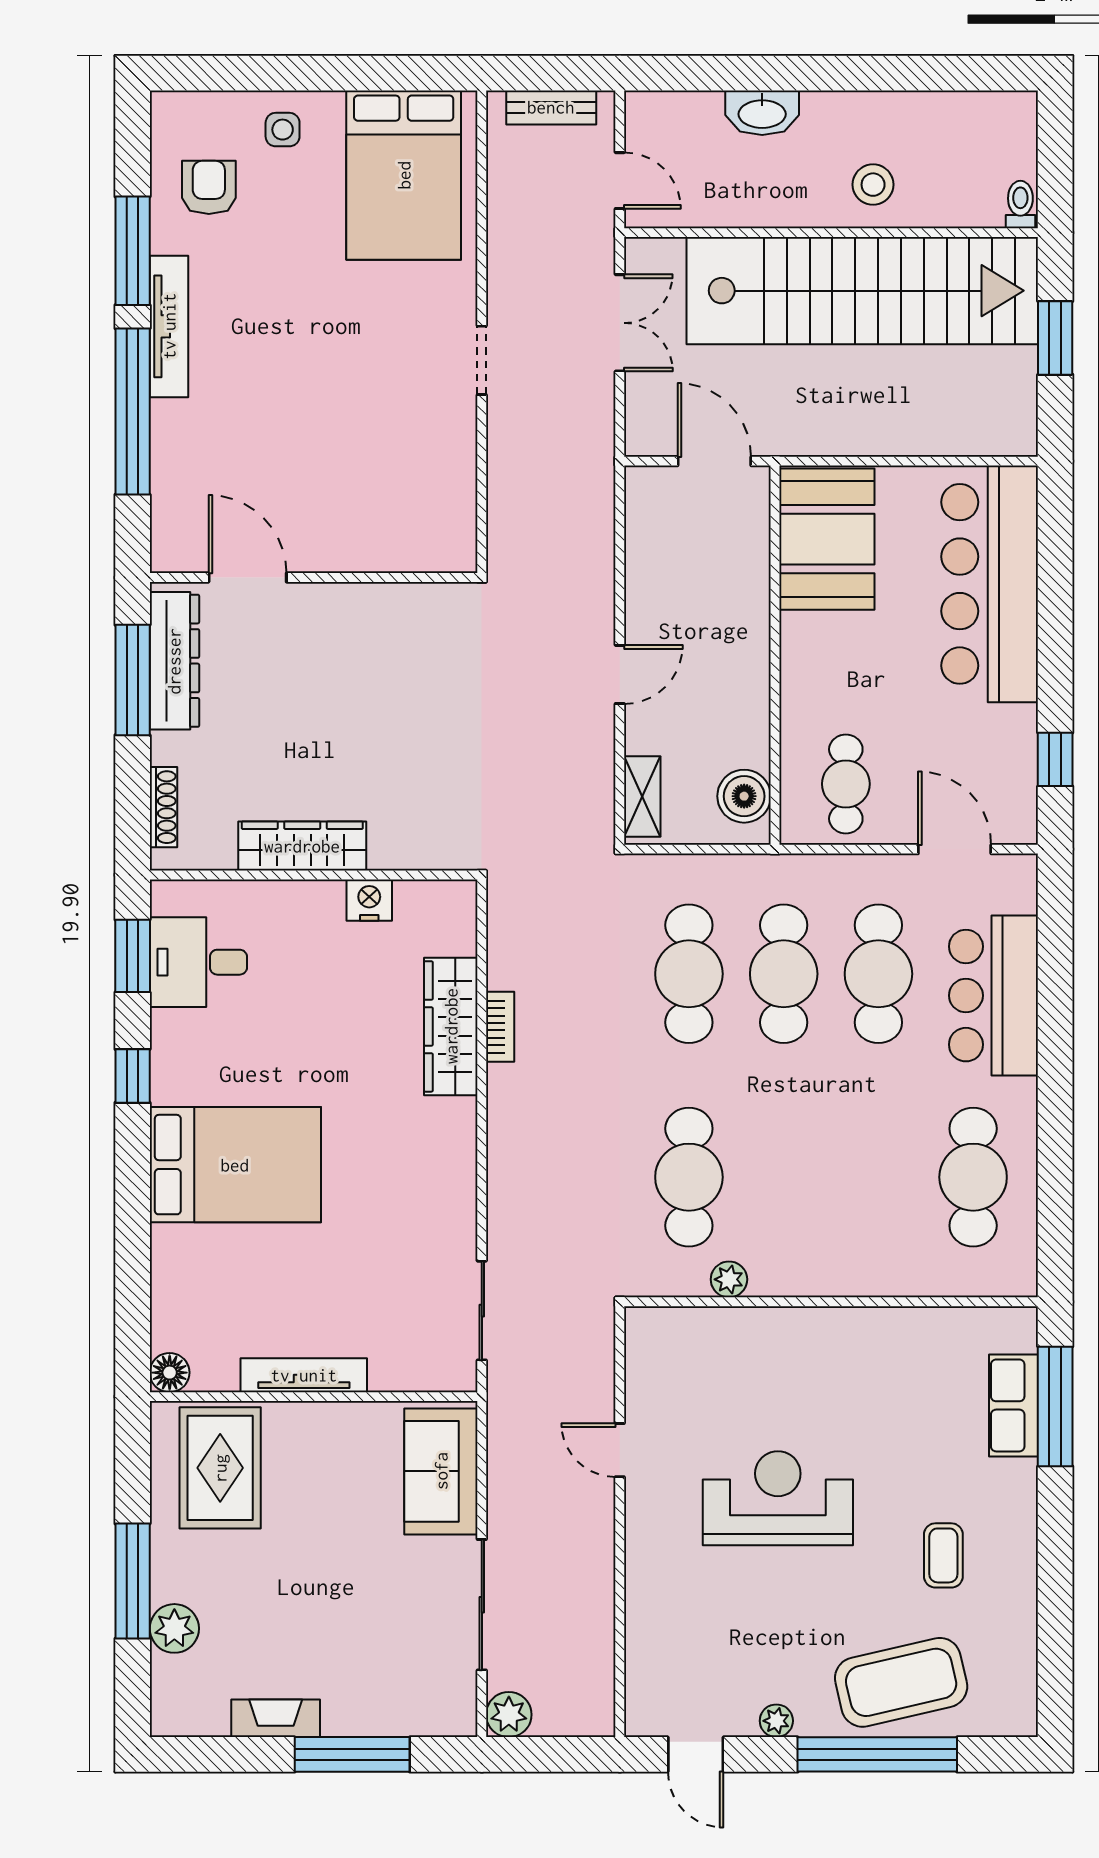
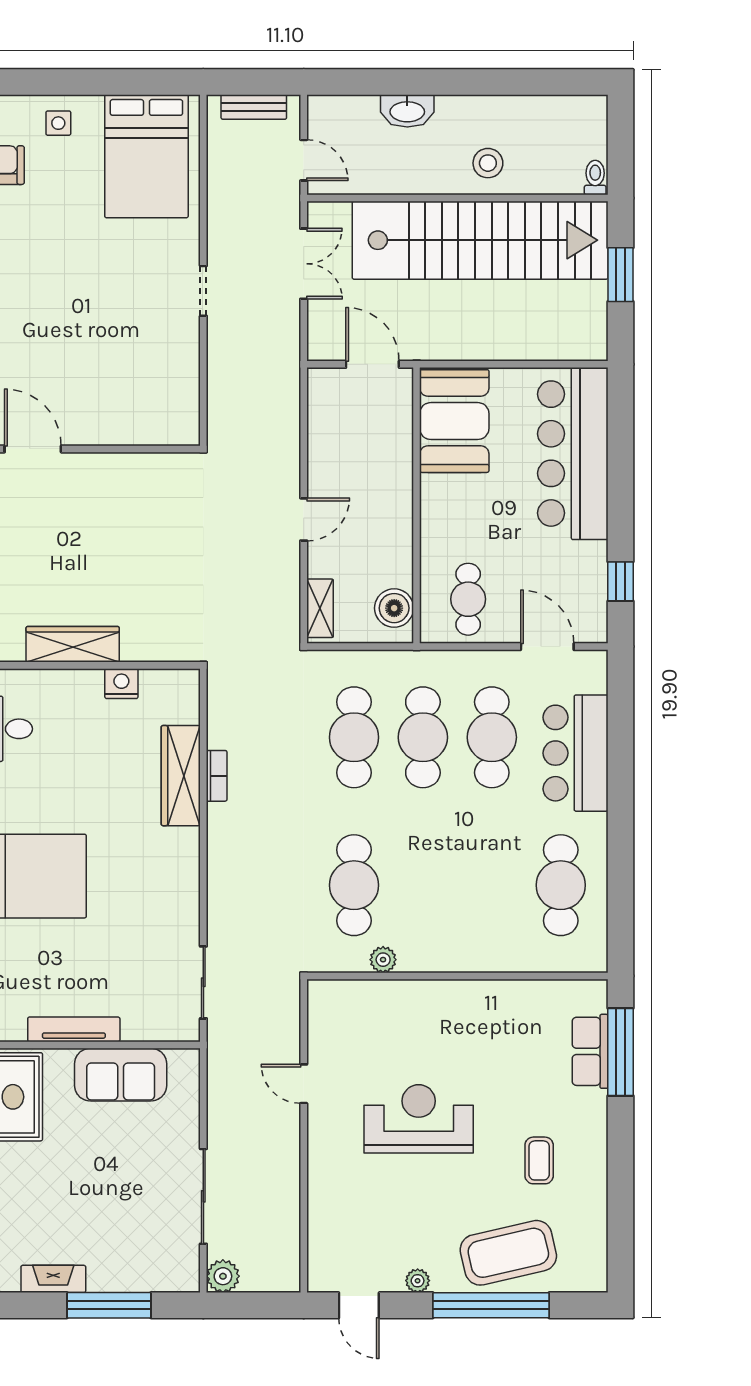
sofa: (441, 1471) -> (121, 1075), moved, turned -90

